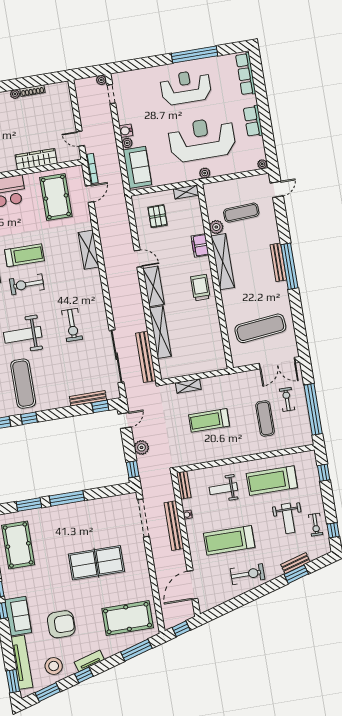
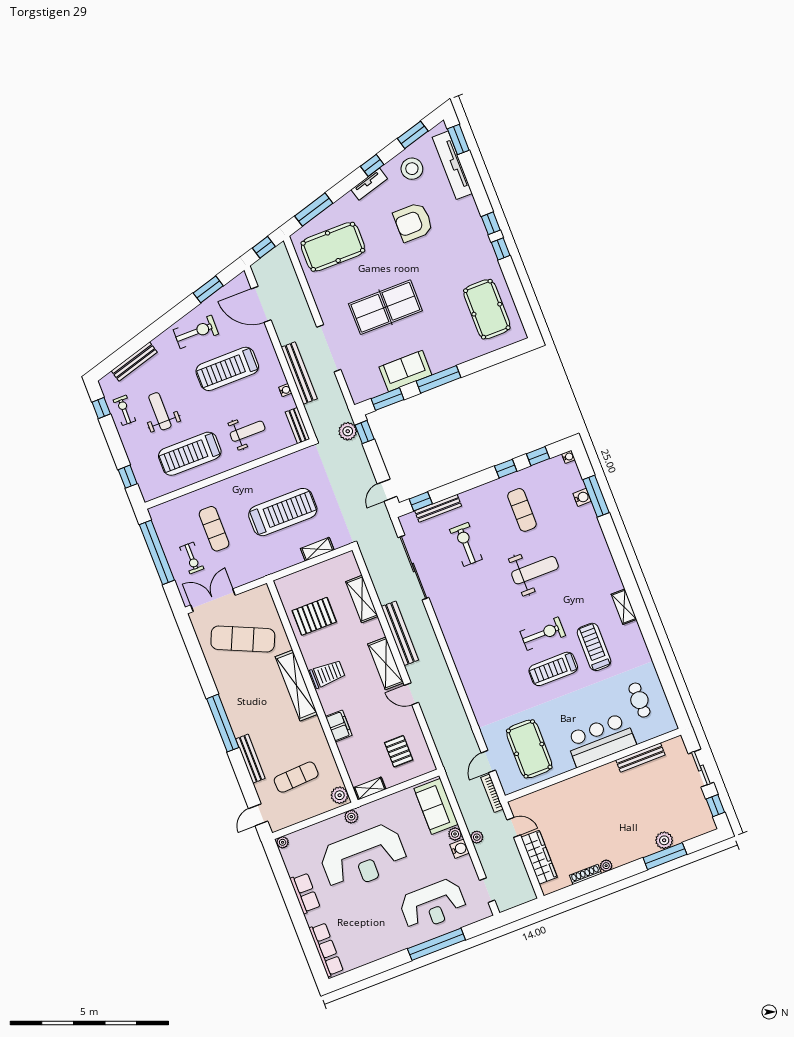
window: (194, 55) -> (436, 944), moved
plant: (101, 80) -> (477, 837), moved
reception desk: (186, 87) -> (433, 905), moved
wardrobe: (36, 159) -> (539, 857), moved, turned -90
plant: (216, 227) -> (340, 795), moved
shelving: (89, 250) -> (475, 692), removed
shelving: (223, 262) -> (296, 685), moved
bench: (278, 262) -> (250, 759), moved
trolley: (200, 288) -> (327, 674), turned -90
exercise bike: (72, 325) -> (466, 544), moved
exercise mat: (260, 328) -> (243, 639), turned 30
shelving: (160, 332) -> (362, 599), width x0.68
pallet: (201, 334) -> (314, 616), added
bench: (146, 357) -> (400, 633), moved
exercise mat: (23, 384) -> (522, 510), width x0.73, depth x0.69
treadmill: (209, 420) -> (283, 512), width x1.37, depth x1.38
plant: (141, 447) -> (348, 431), moved
treadmill: (272, 481) -> (190, 454), turned 180
window: (29, 505) -> (387, 399), moved
doorway: (143, 518) -> (329, 348), moved
treadmill: (229, 540) -> (227, 369), turned 180
bench: (295, 563) -> (134, 362), width x1.36
exercise bike: (247, 574) -> (196, 332), turned 180
window: (296, 574) -> (208, 289), moved
door: (192, 585) -> (261, 304), swing flipped
sofa: (18, 616) -> (405, 371), moved, turned 90

